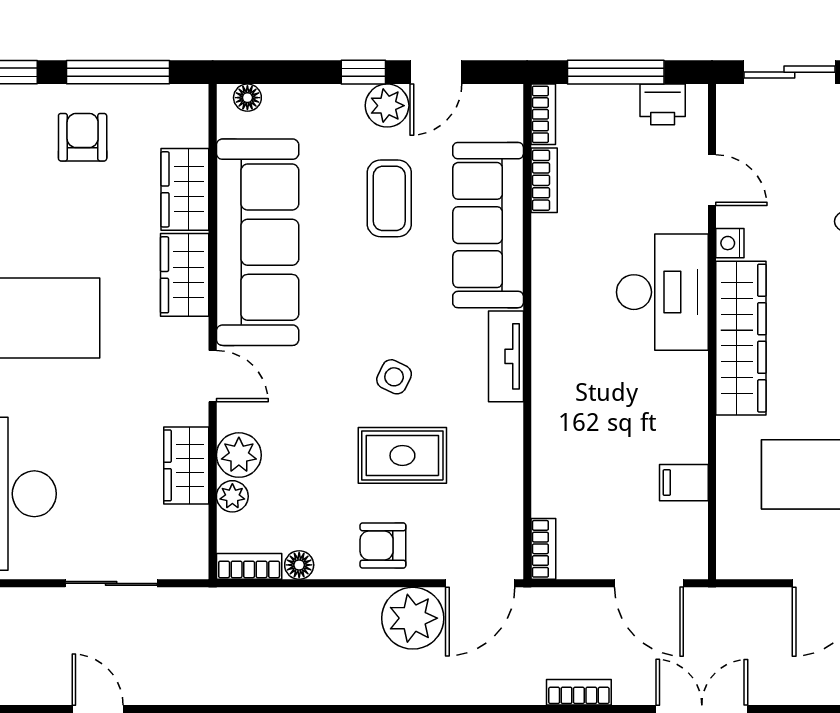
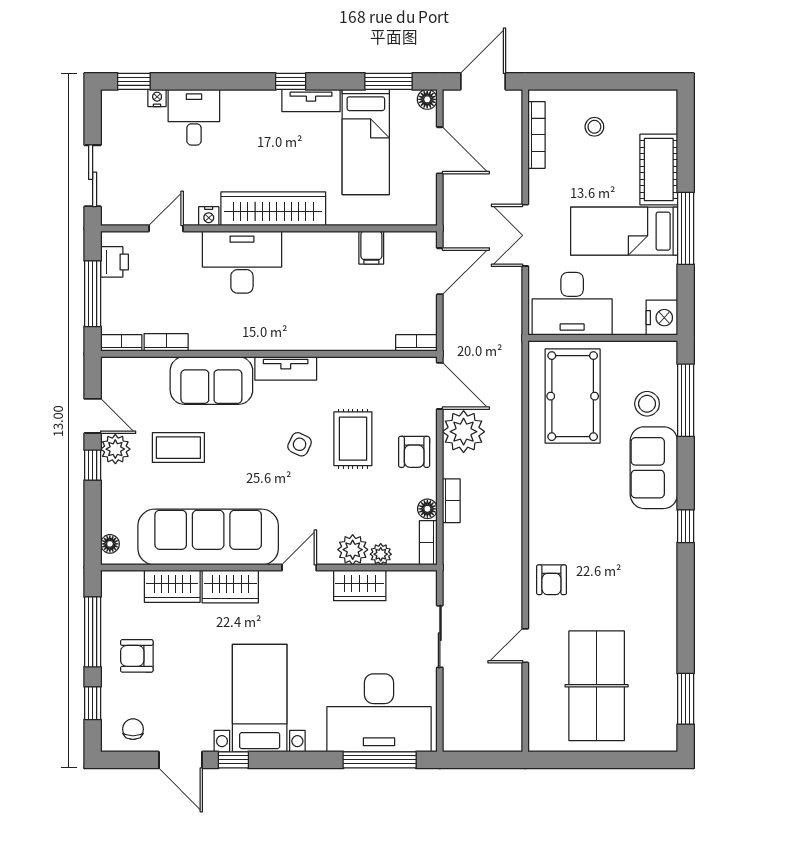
sofa: (488, 225) -> (211, 380), width x0.73
bookcase: (579, 692) -> (451, 501), moved, turned 180

